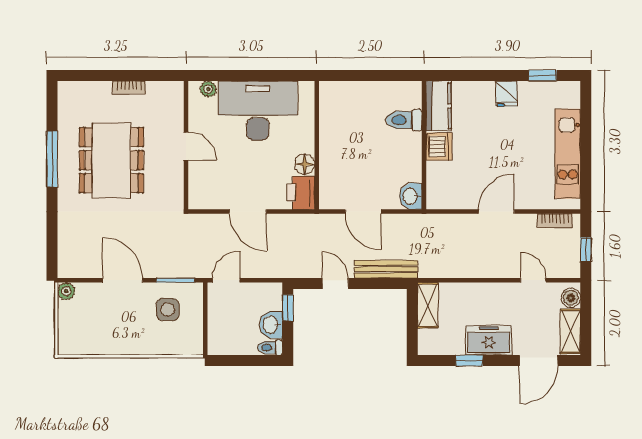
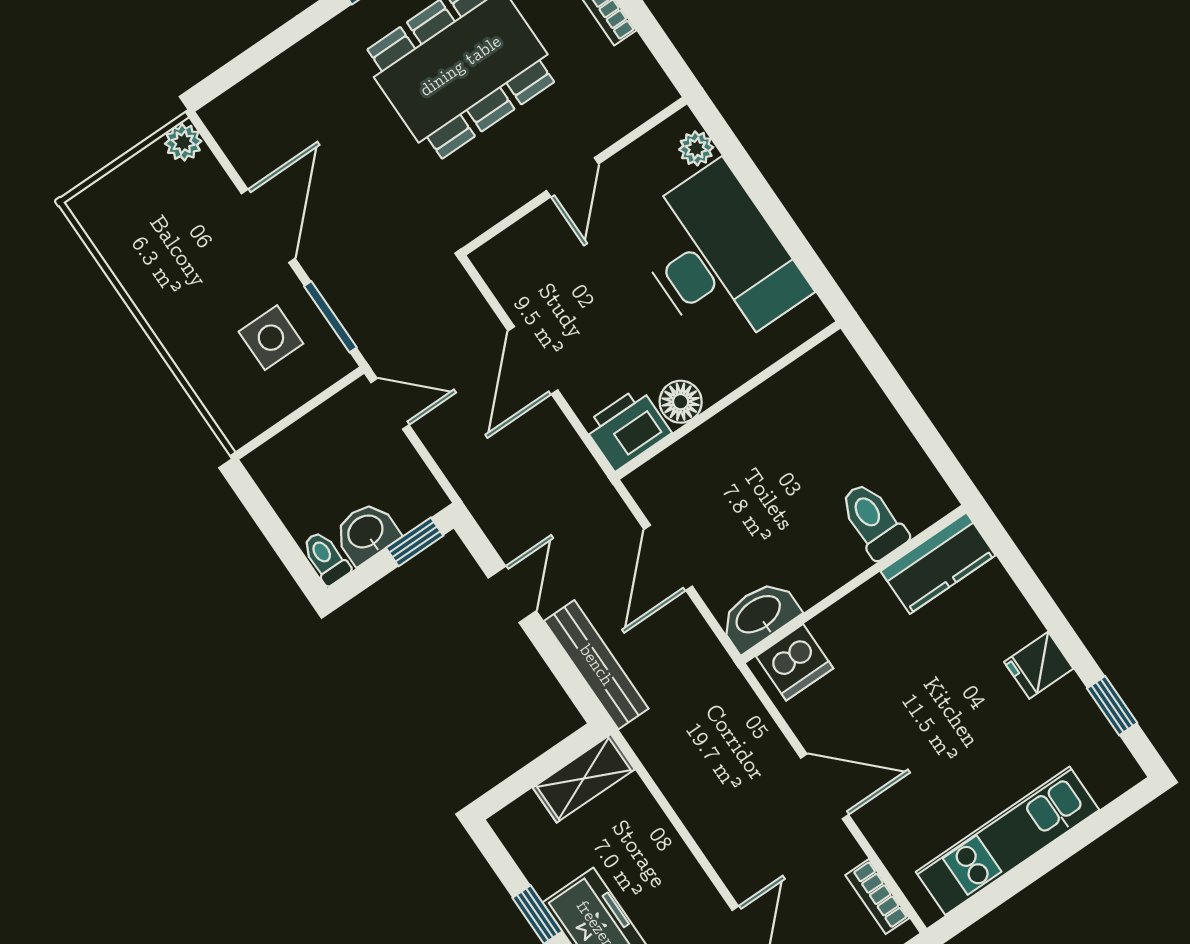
dishwasher: (439, 146) -> (795, 662), moved
washbasin: (411, 196) -> (759, 615), width x1.38

